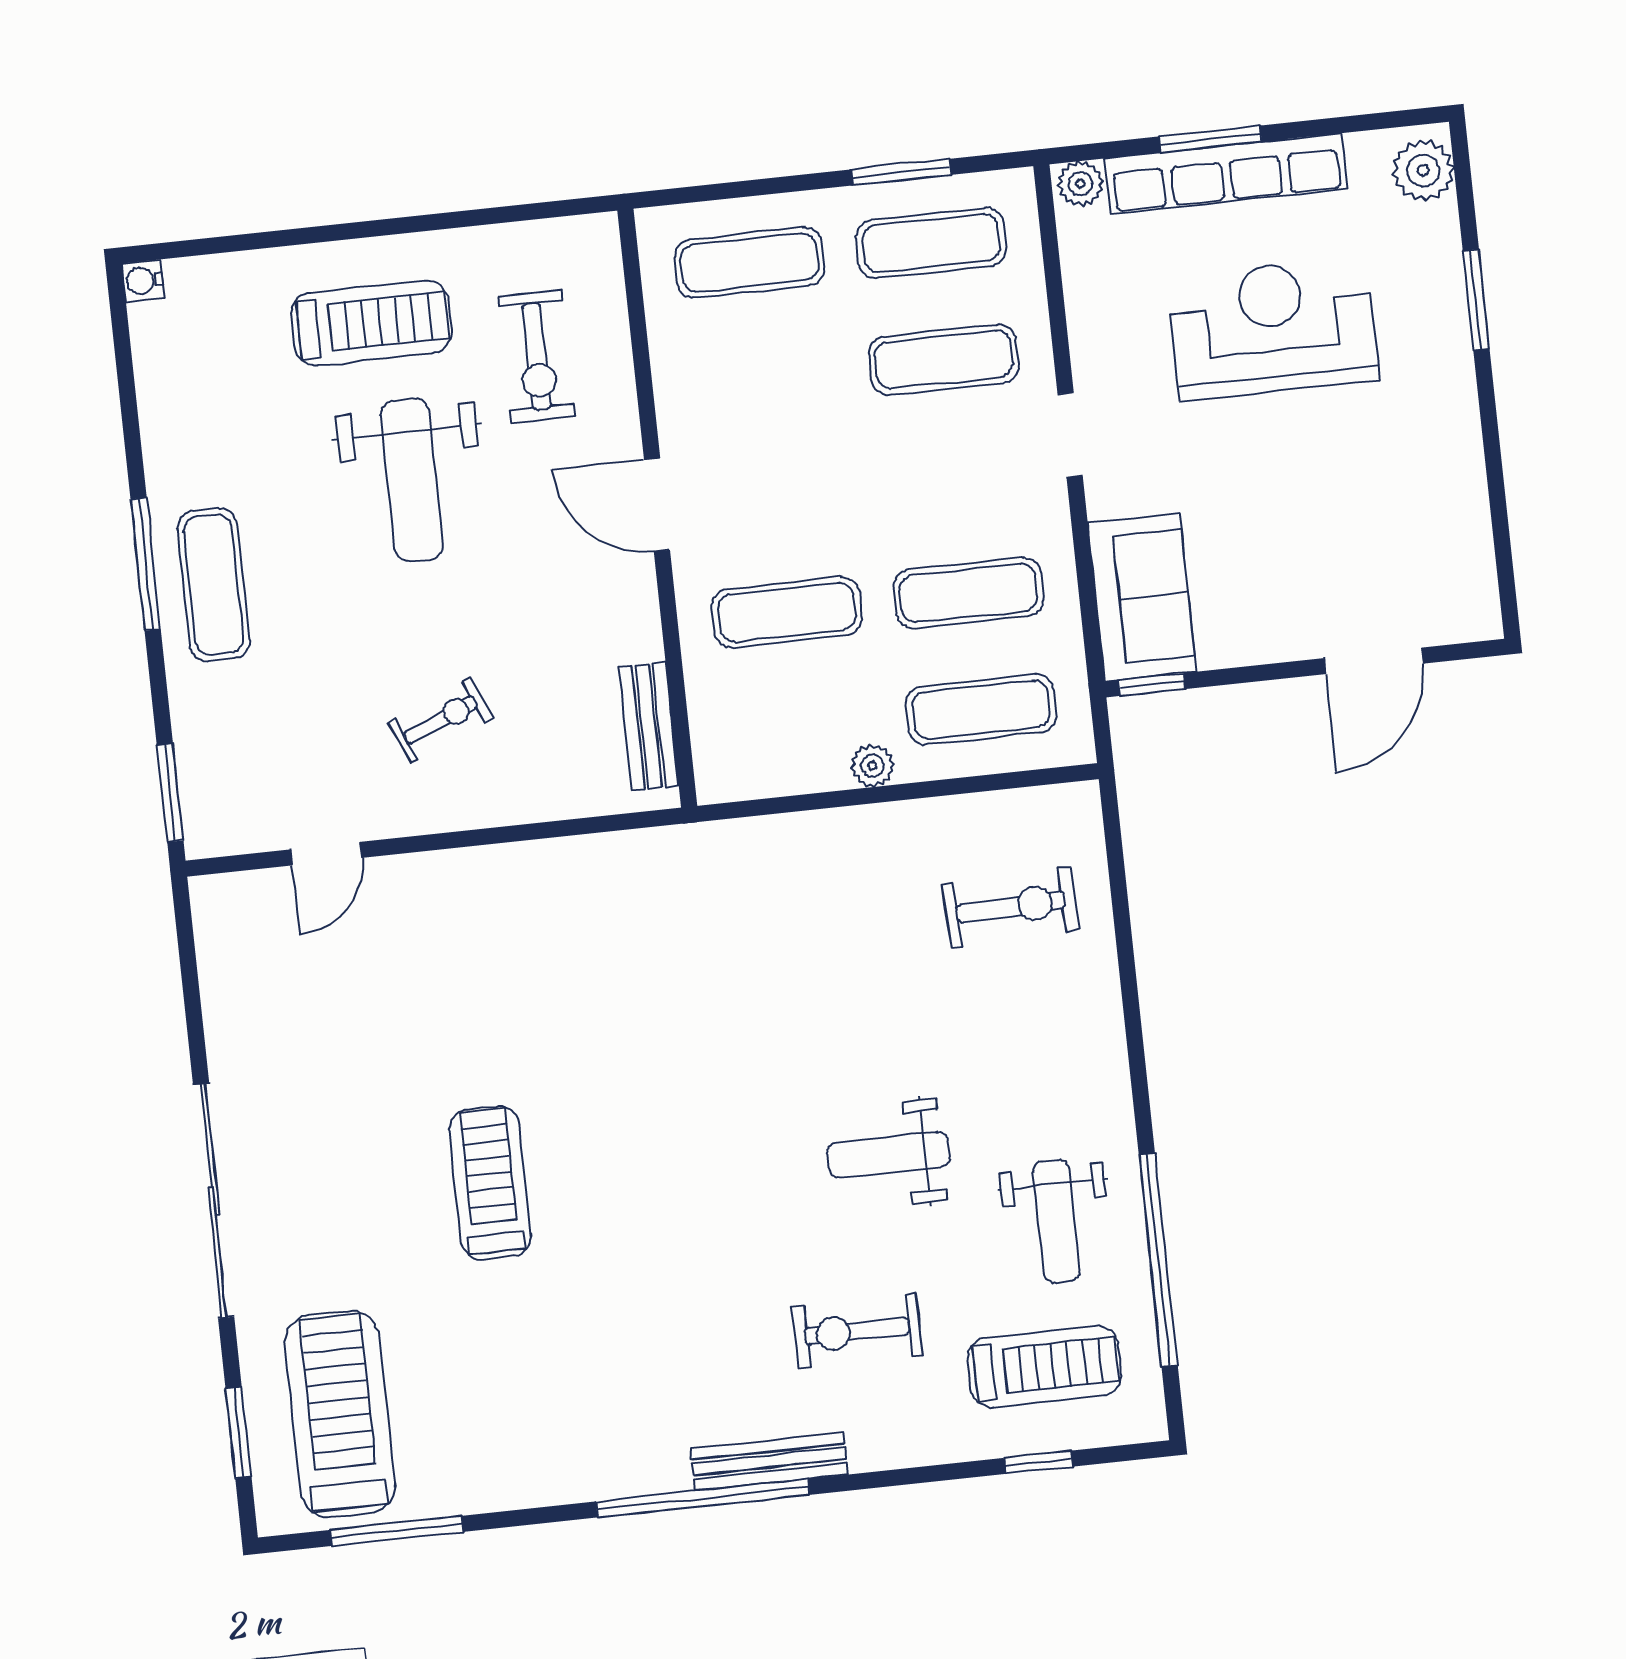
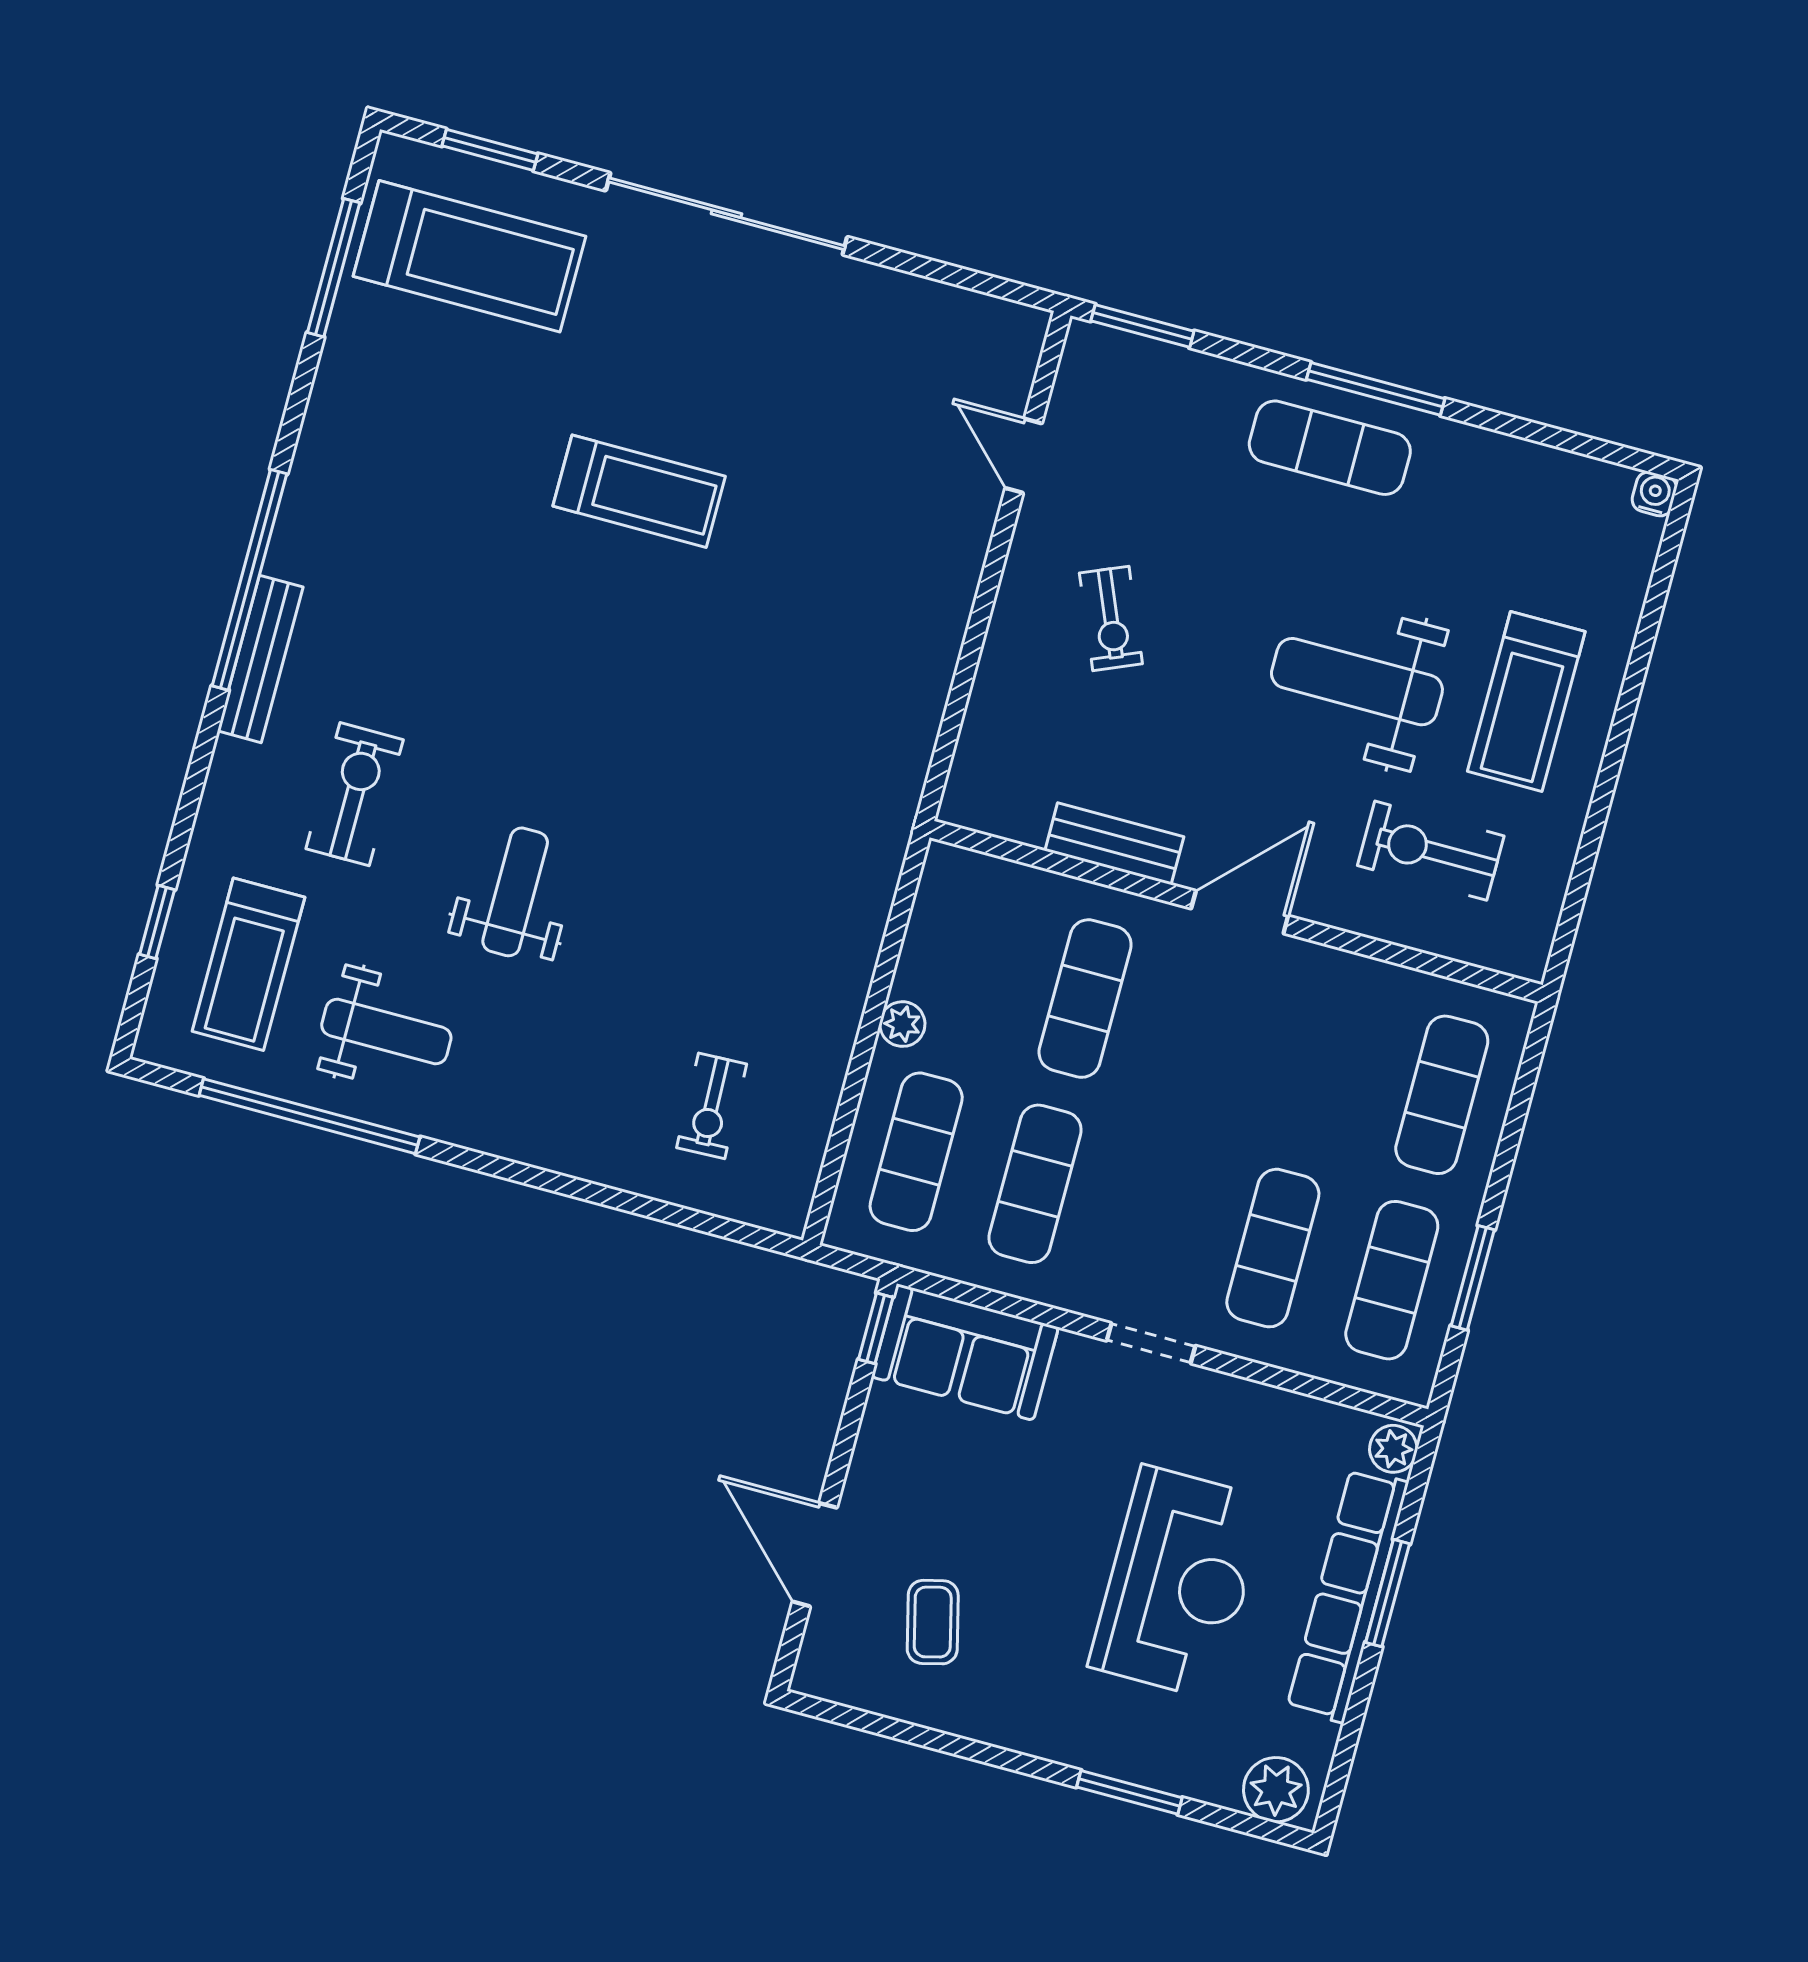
coffee table: (1393, 533) -> (933, 1622), added
bench: (649, 726) -> (1114, 844), moved
exercise bike: (1011, 907) -> (712, 1106), width x0.73, depth x0.72
weight bench: (1057, 1221) -> (386, 1031), turned 180

